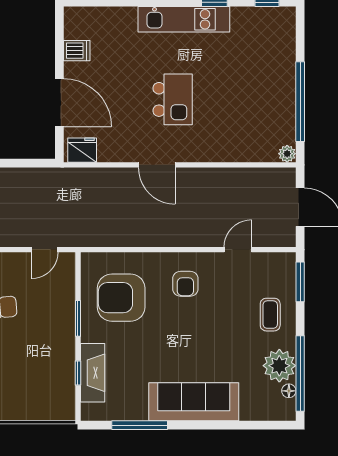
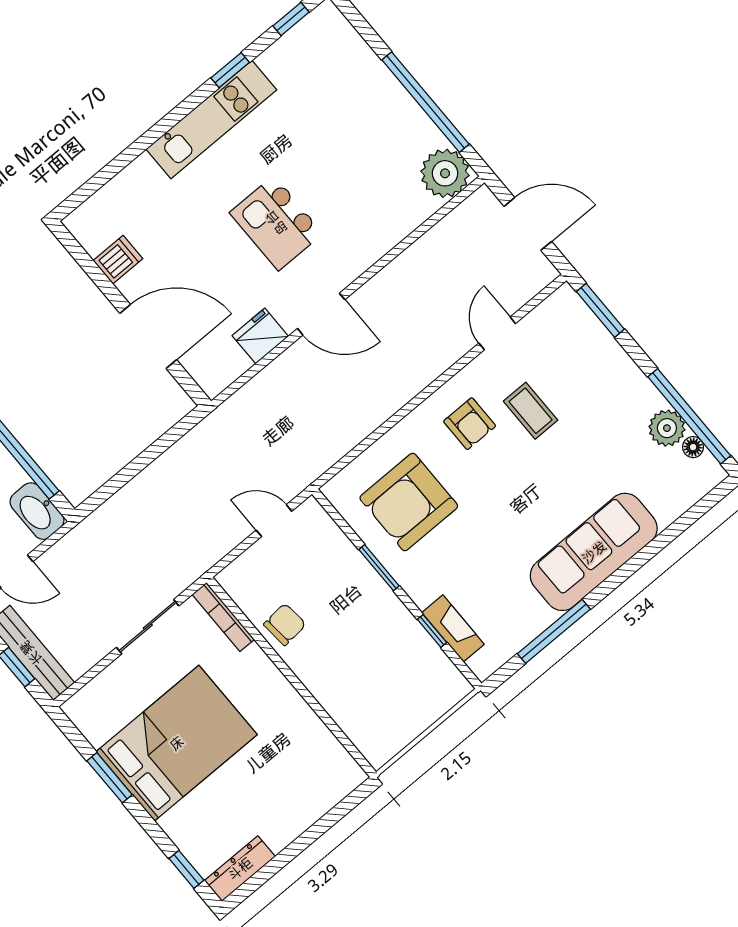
kitchen island: (173, 99) -> (276, 223), turned 180
fridge: (82, 150) -> (260, 336), moved
plant: (287, 154) -> (445, 173), width x1.87, depth x1.87
door: (45, 250) -> (274, 521), swing flipped
coffee table: (270, 315) -> (531, 411), moved
plant: (279, 366) -> (667, 428), width x0.73, depth x0.73
fireplace: (93, 373) -> (453, 628), width x0.73, depth x0.76

